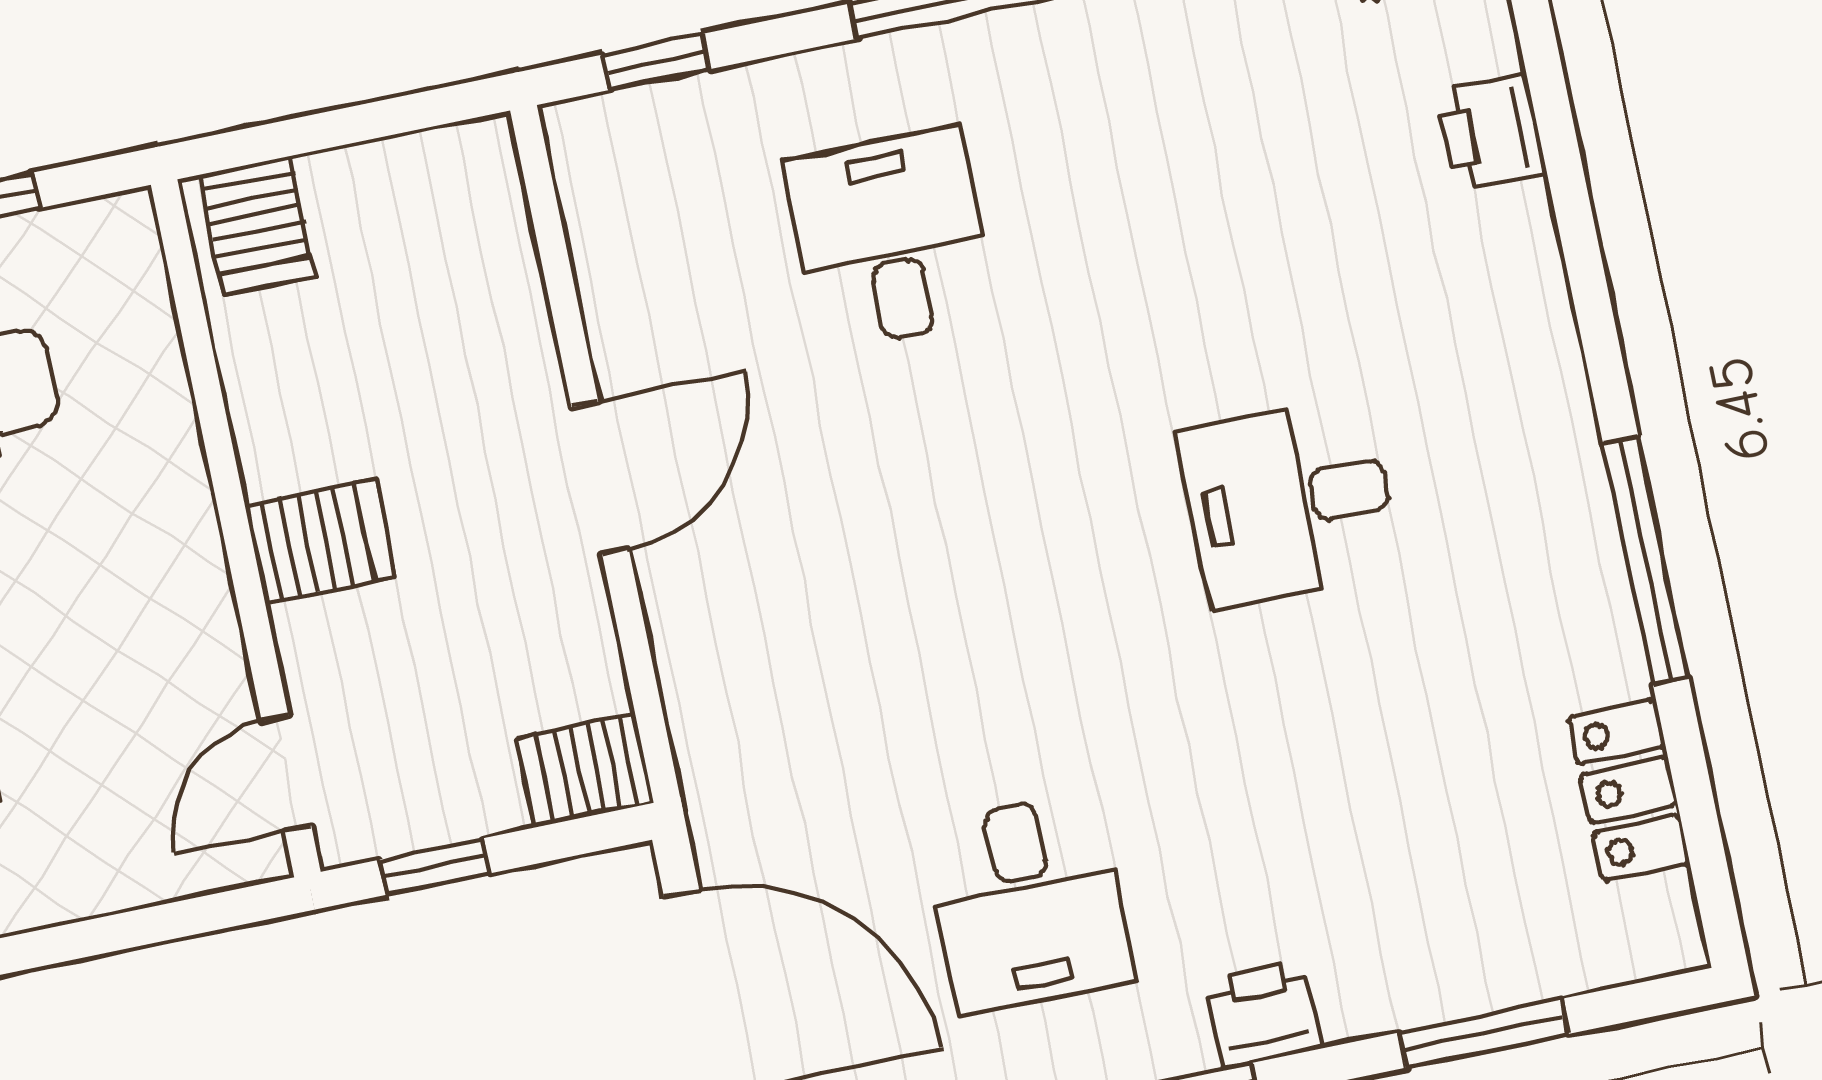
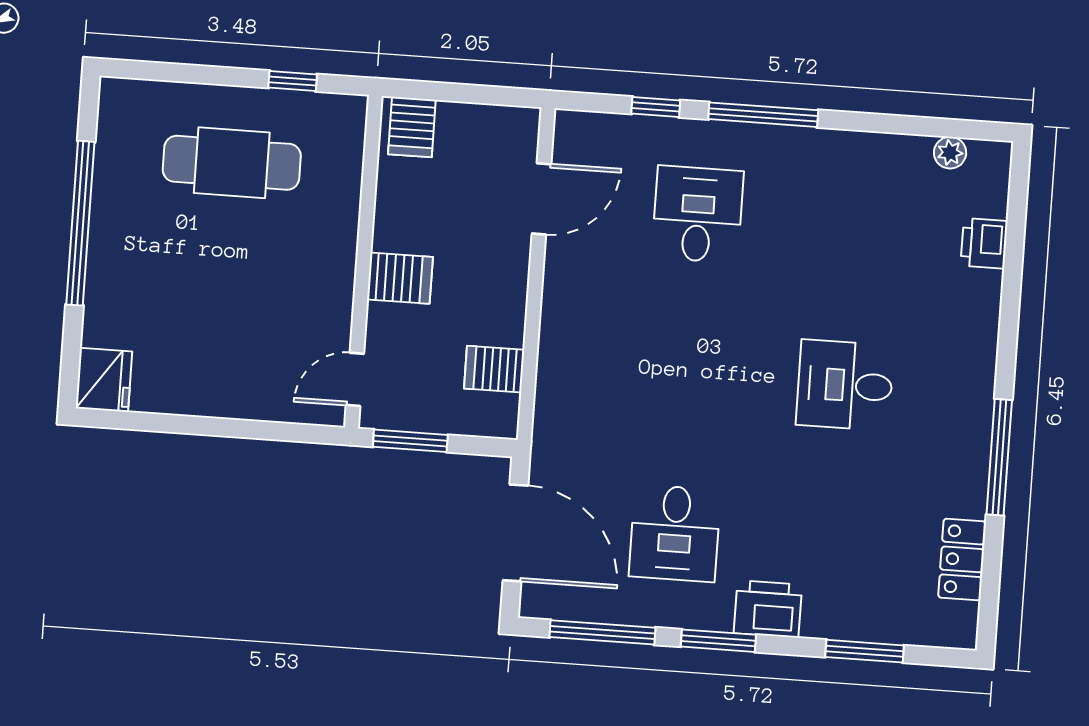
window: (657, 62) -> (656, 107), moved
door: (600, 478) -> (541, 199), moved
server rack: (585, 770) -> (494, 369), moved
window: (435, 866) -> (410, 441), width x1.50
printer: (1264, 1014) -> (768, 609), width x1.36, depth x1.24

